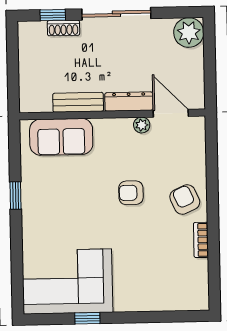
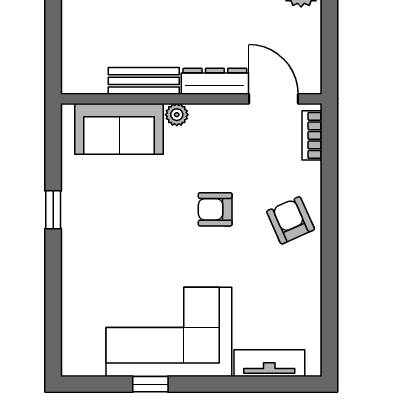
plant: (142, 125) -> (177, 115), moved
bookcase: (201, 240) -> (312, 135), moved
corner sofa: (67, 281) -> (169, 332), moved
tv unit: (172, 302) -> (269, 363), added

